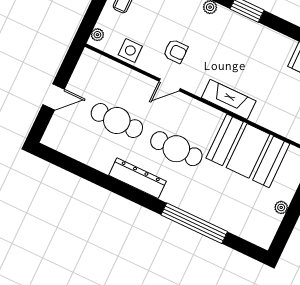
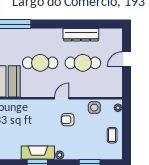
fireplace: (229, 99) -> (38, 153), moved, turned 180
dresser: (137, 178) -> (81, 35), moved

